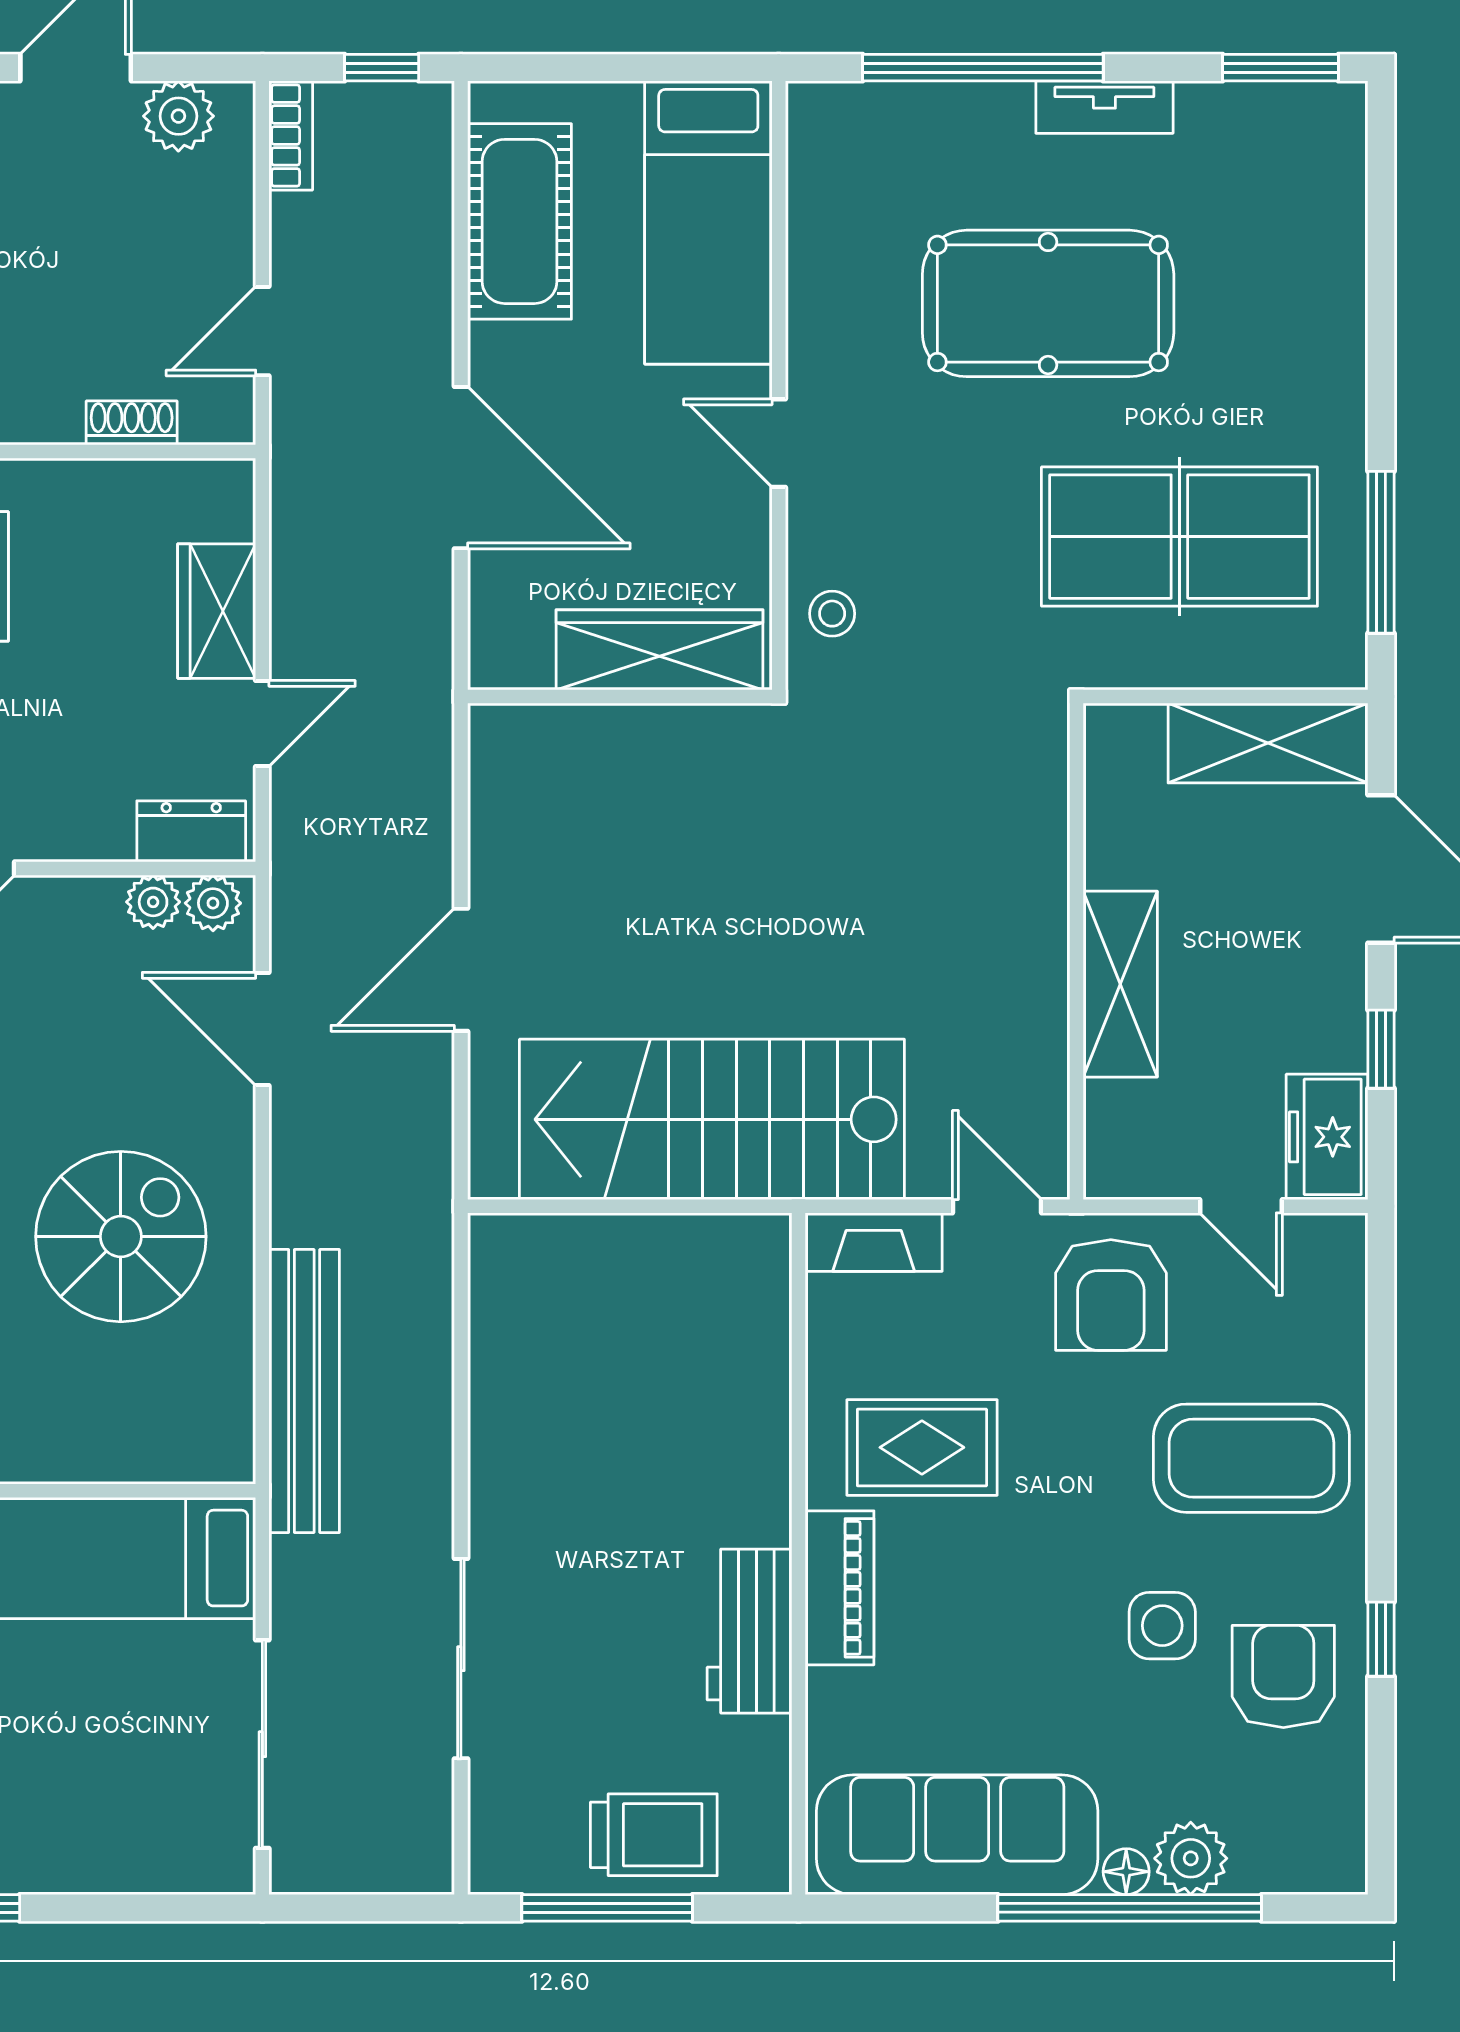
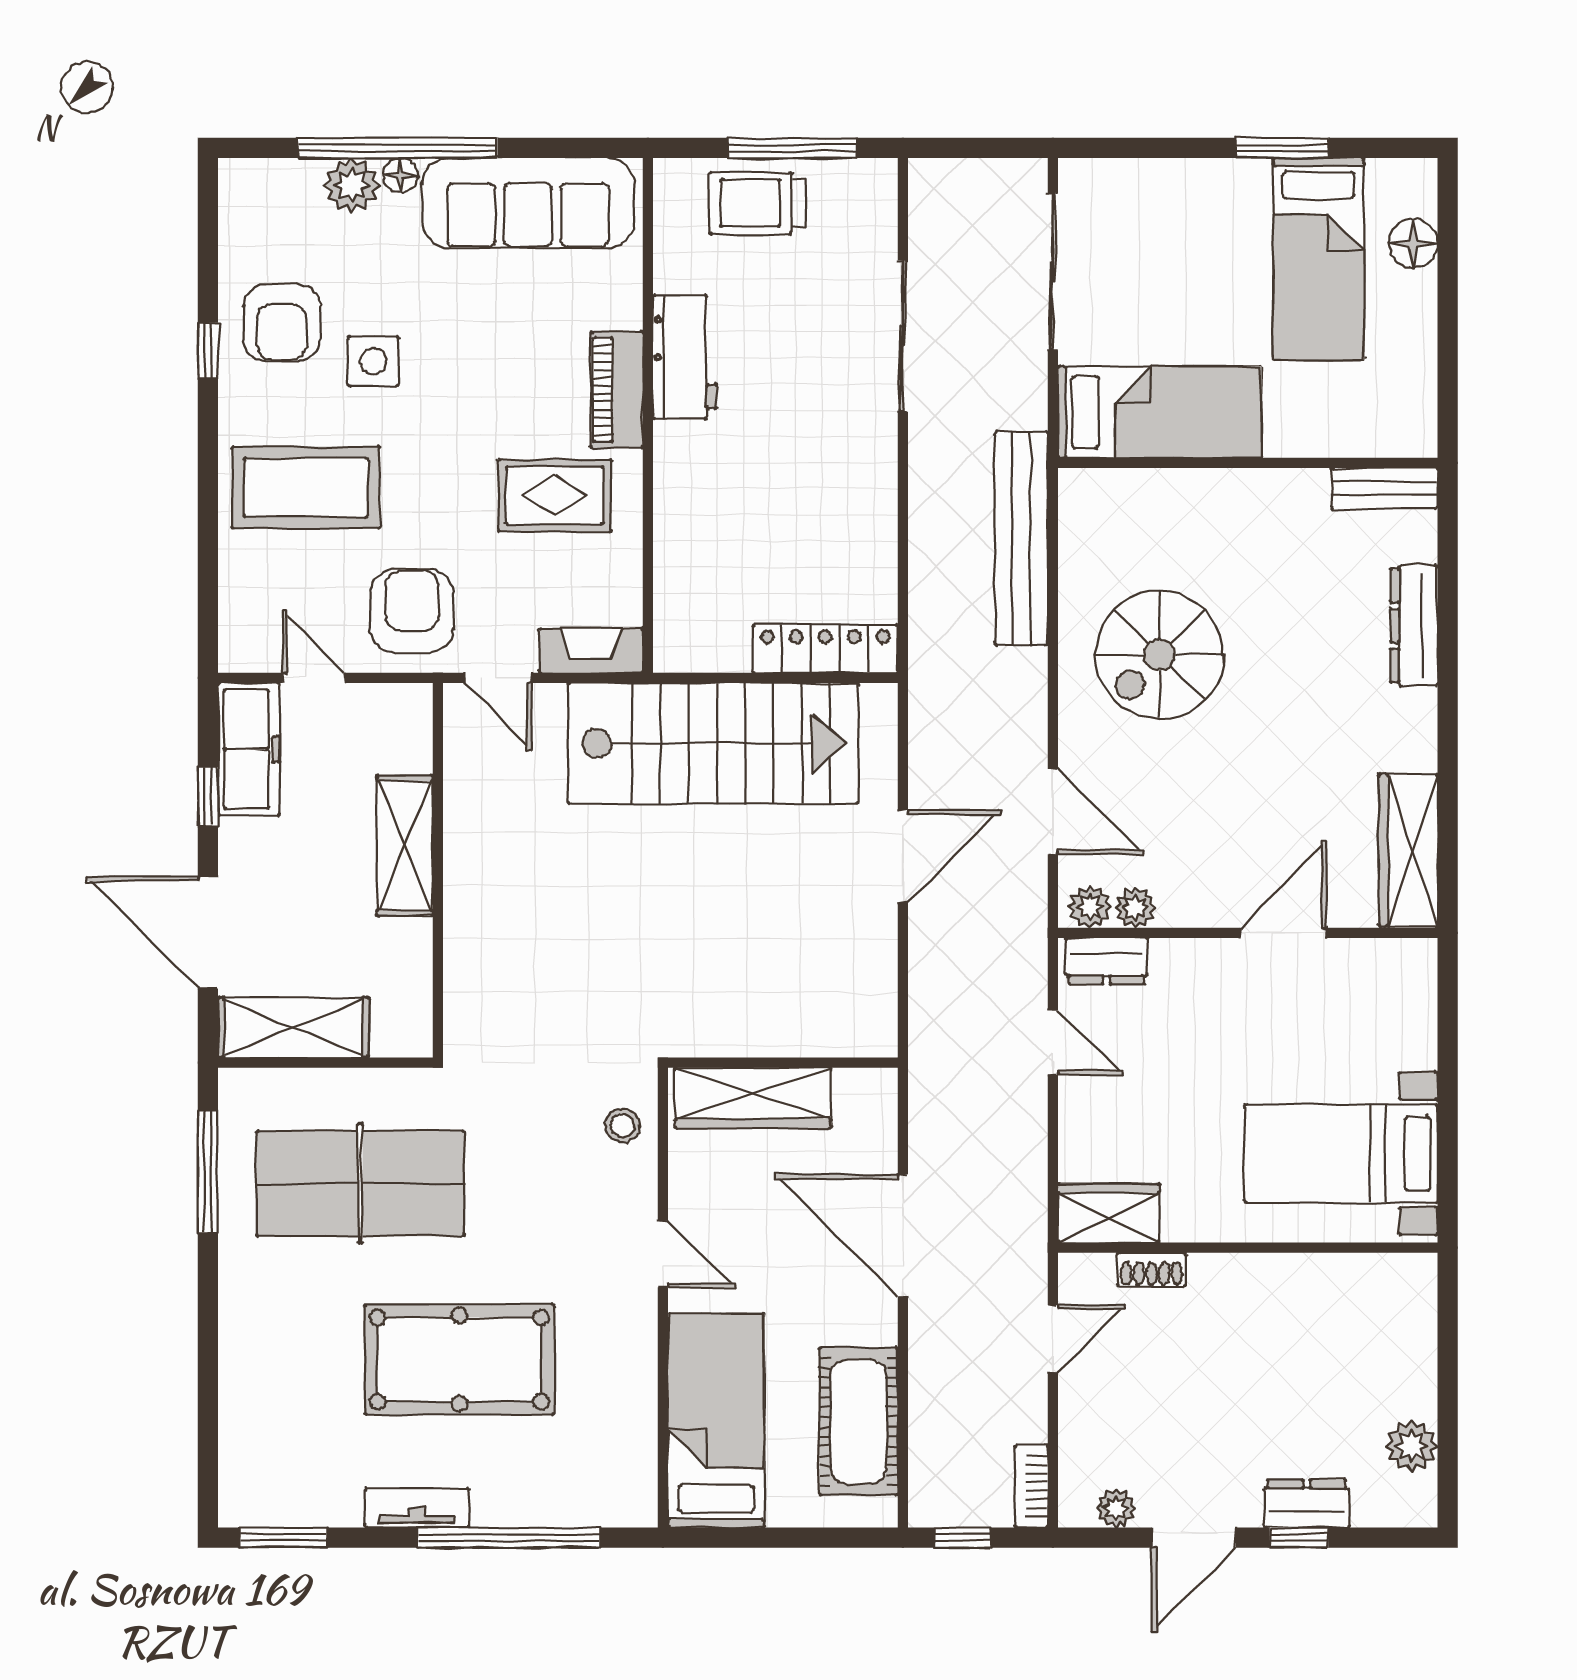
plant: (178, 116) -> (1116, 1508), width x0.73, depth x0.73
wardrobe: (217, 611) -> (1109, 1213), moved, turned -90
door: (262, 724) -> (1053, 1042), swing flipped
freezer: (1327, 1137) -> (249, 749), width x1.40
locker: (564, 1245) -> (825, 649), added

